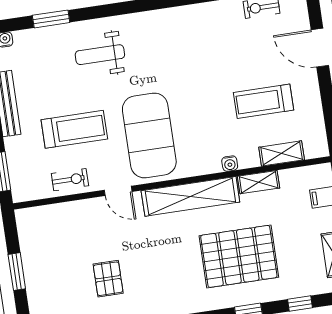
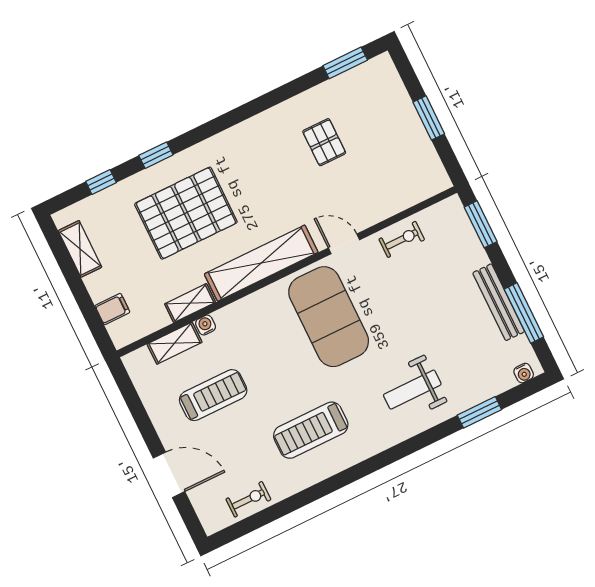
weight bench: (100, 55) -> (412, 390), turned 180
treadmill: (74, 129) -> (311, 430), moved
water cooler: (230, 164) -> (206, 325), moved
exercise bike: (70, 180) -> (402, 239), turned 180

